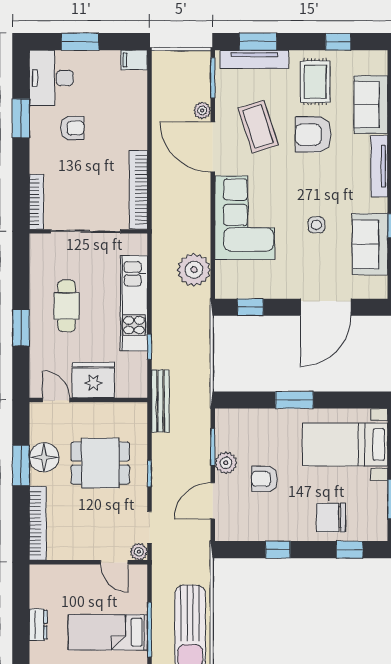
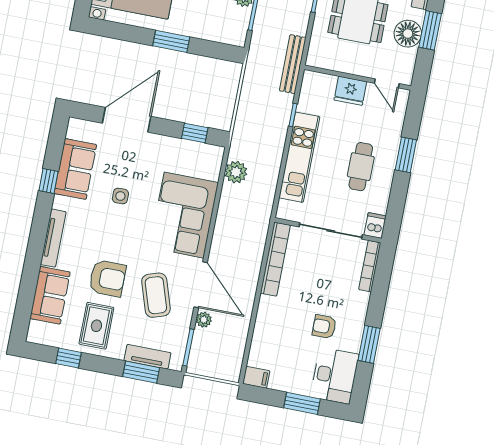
tv unit: (254, 59) -> (147, 357), width x0.71
dishwasher: (39, 246) -> (375, 226), added
plant: (194, 270) -> (236, 172), width x0.73, depth x0.73
fridge: (93, 380) -> (350, 91), width x0.73, depth x0.75

